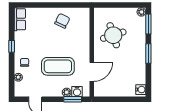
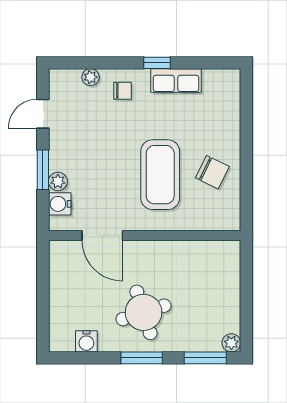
row of seats: (20, 19) -> (176, 81), moved
round table: (113, 35) -> (144, 312), moved
coffee table: (58, 66) -> (160, 175), moved
water cooler: (141, 90) -> (86, 341), moved
window: (73, 99) -> (43, 170), moved

